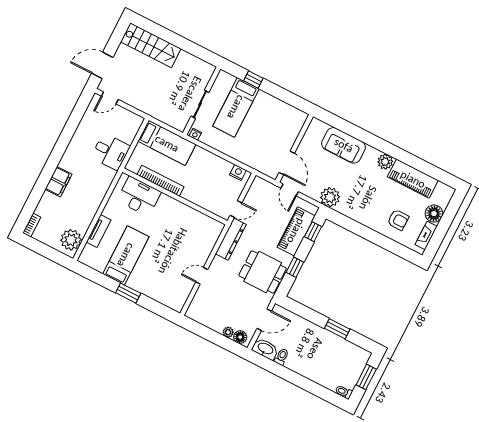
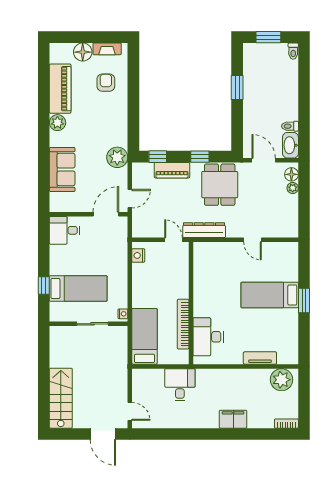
desk: (291, 121) -> (64, 230), added
piano: (296, 231) -> (172, 170), width x0.73, depth x0.75
bed: (126, 255) -> (270, 295), moved

